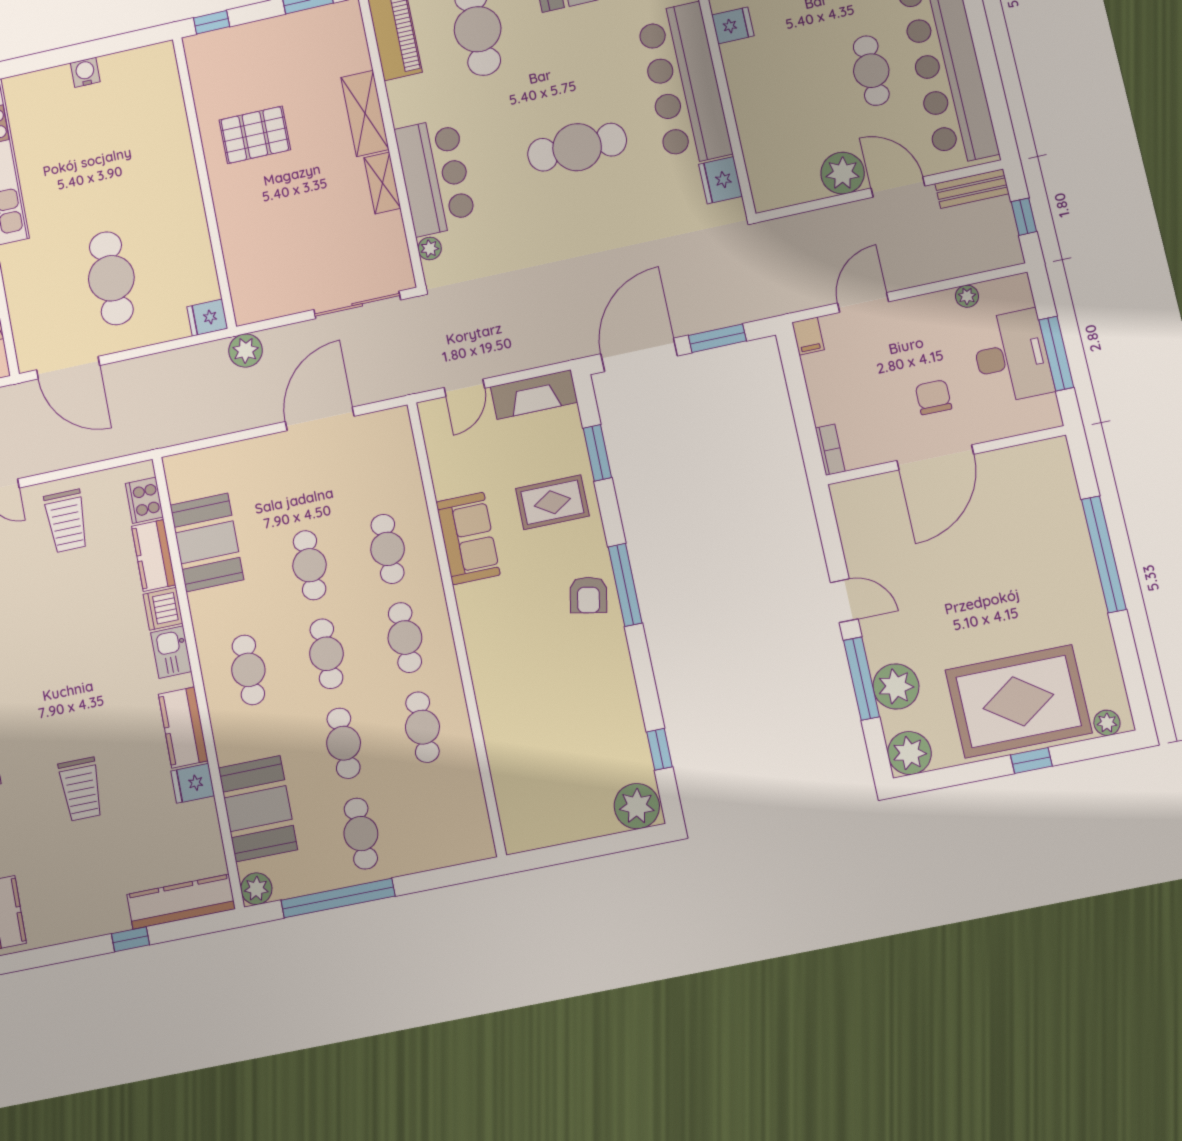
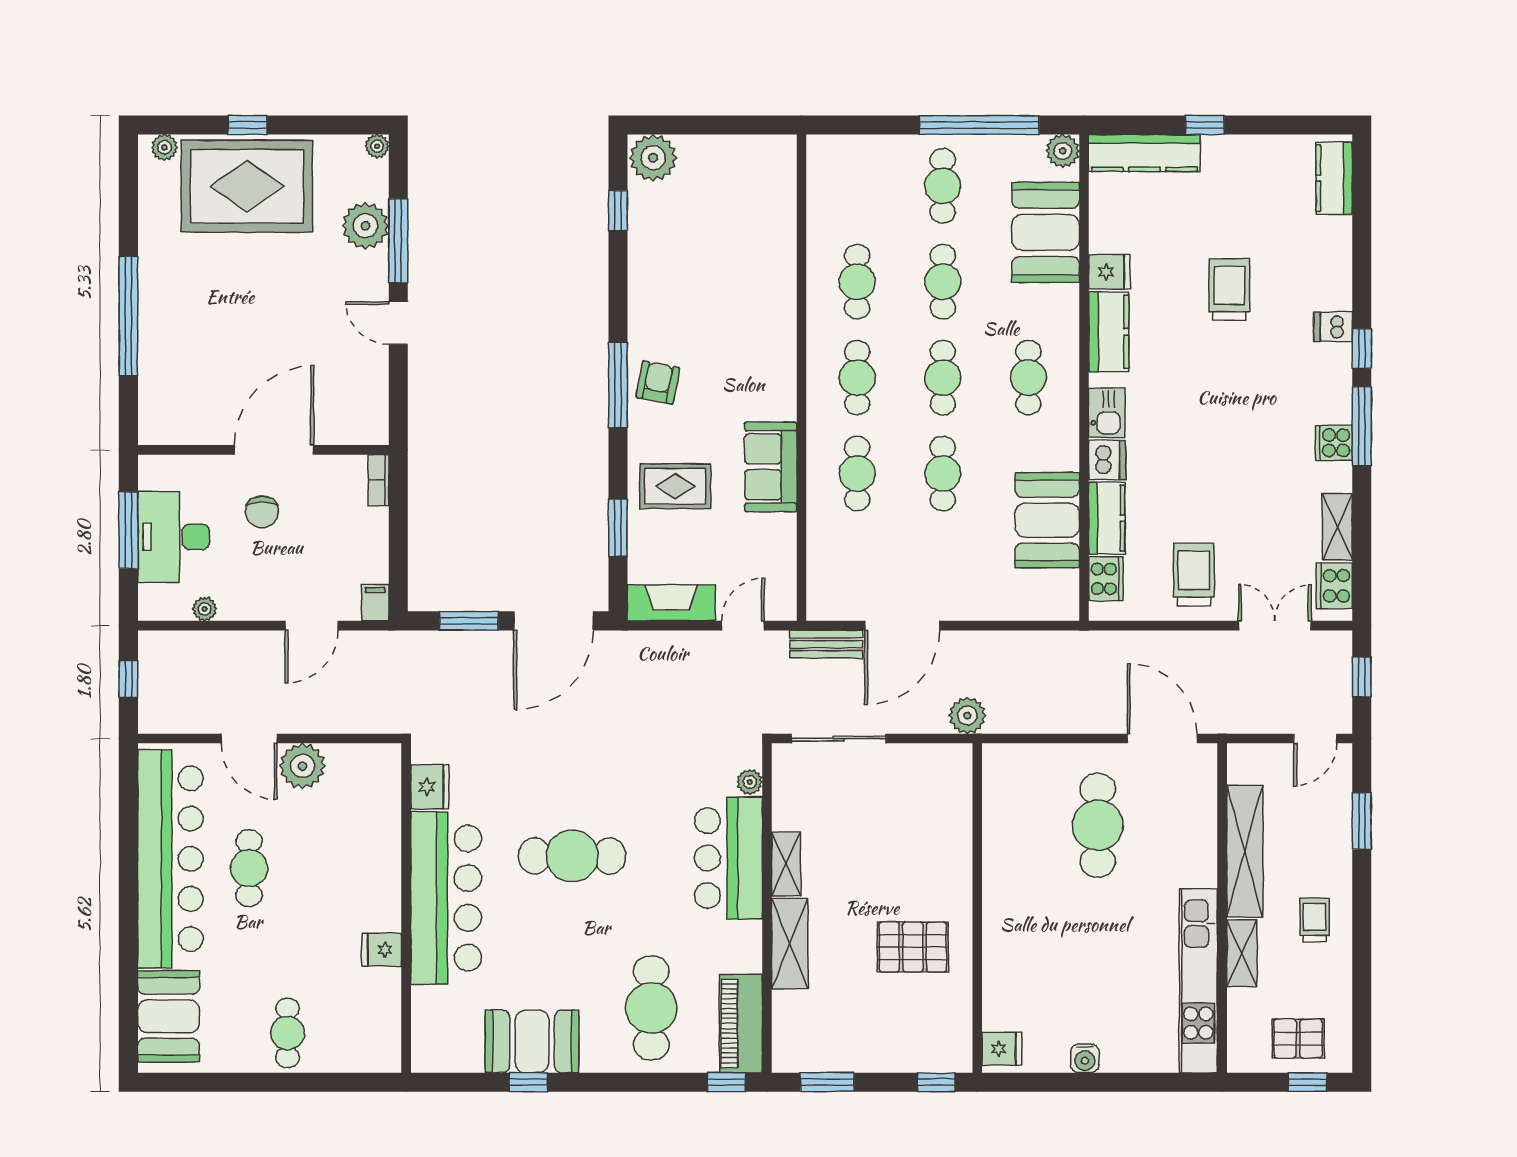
bench: (972, 189) -> (826, 644), moved
fridge: (207, 318) -> (1002, 1049), moved
plant: (909, 753) -> (377, 146), width x0.53, depth x0.53

